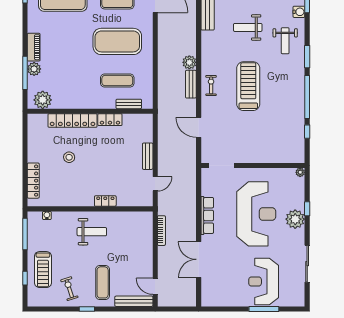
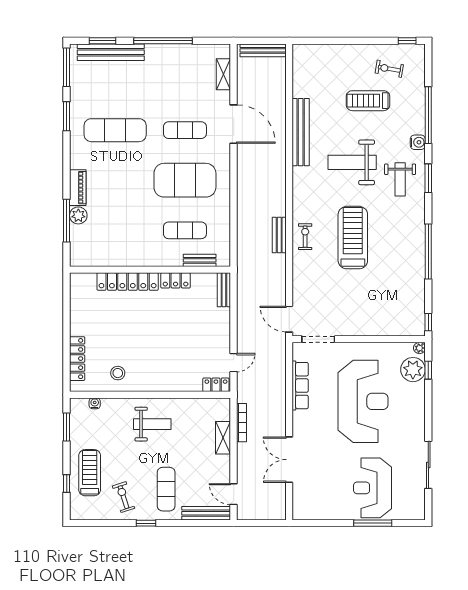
weight bench: (248, 27) -> (352, 162), width x1.36, depth x1.33
window: (307, 57) -> (428, 178), moved
plant: (189, 62) -> (277, 207), removed
plant: (43, 100) -> (89, 255), removed
door: (199, 127) -> (289, 319), moved
window: (307, 132) -> (428, 322), moved
bench: (148, 156) -> (224, 290), moved
stool: (69, 157) -> (118, 373), moved
locker: (105, 201) -> (216, 385), moved
window: (307, 209) -> (428, 370), moved
row of seats: (207, 215) -> (300, 386), moved
plant: (295, 219) -> (413, 370), moved
window: (25, 234) -> (67, 427), width x0.69
shelving: (147, 242) -> (223, 438), added
treadmill: (43, 270) -> (90, 473), turned 180

